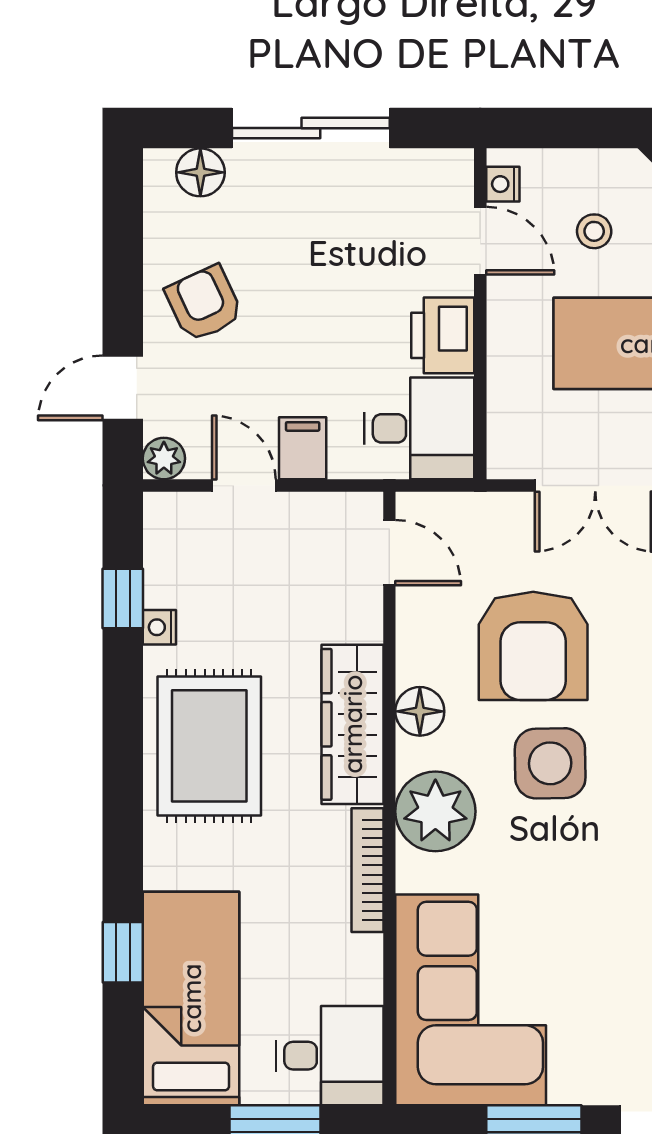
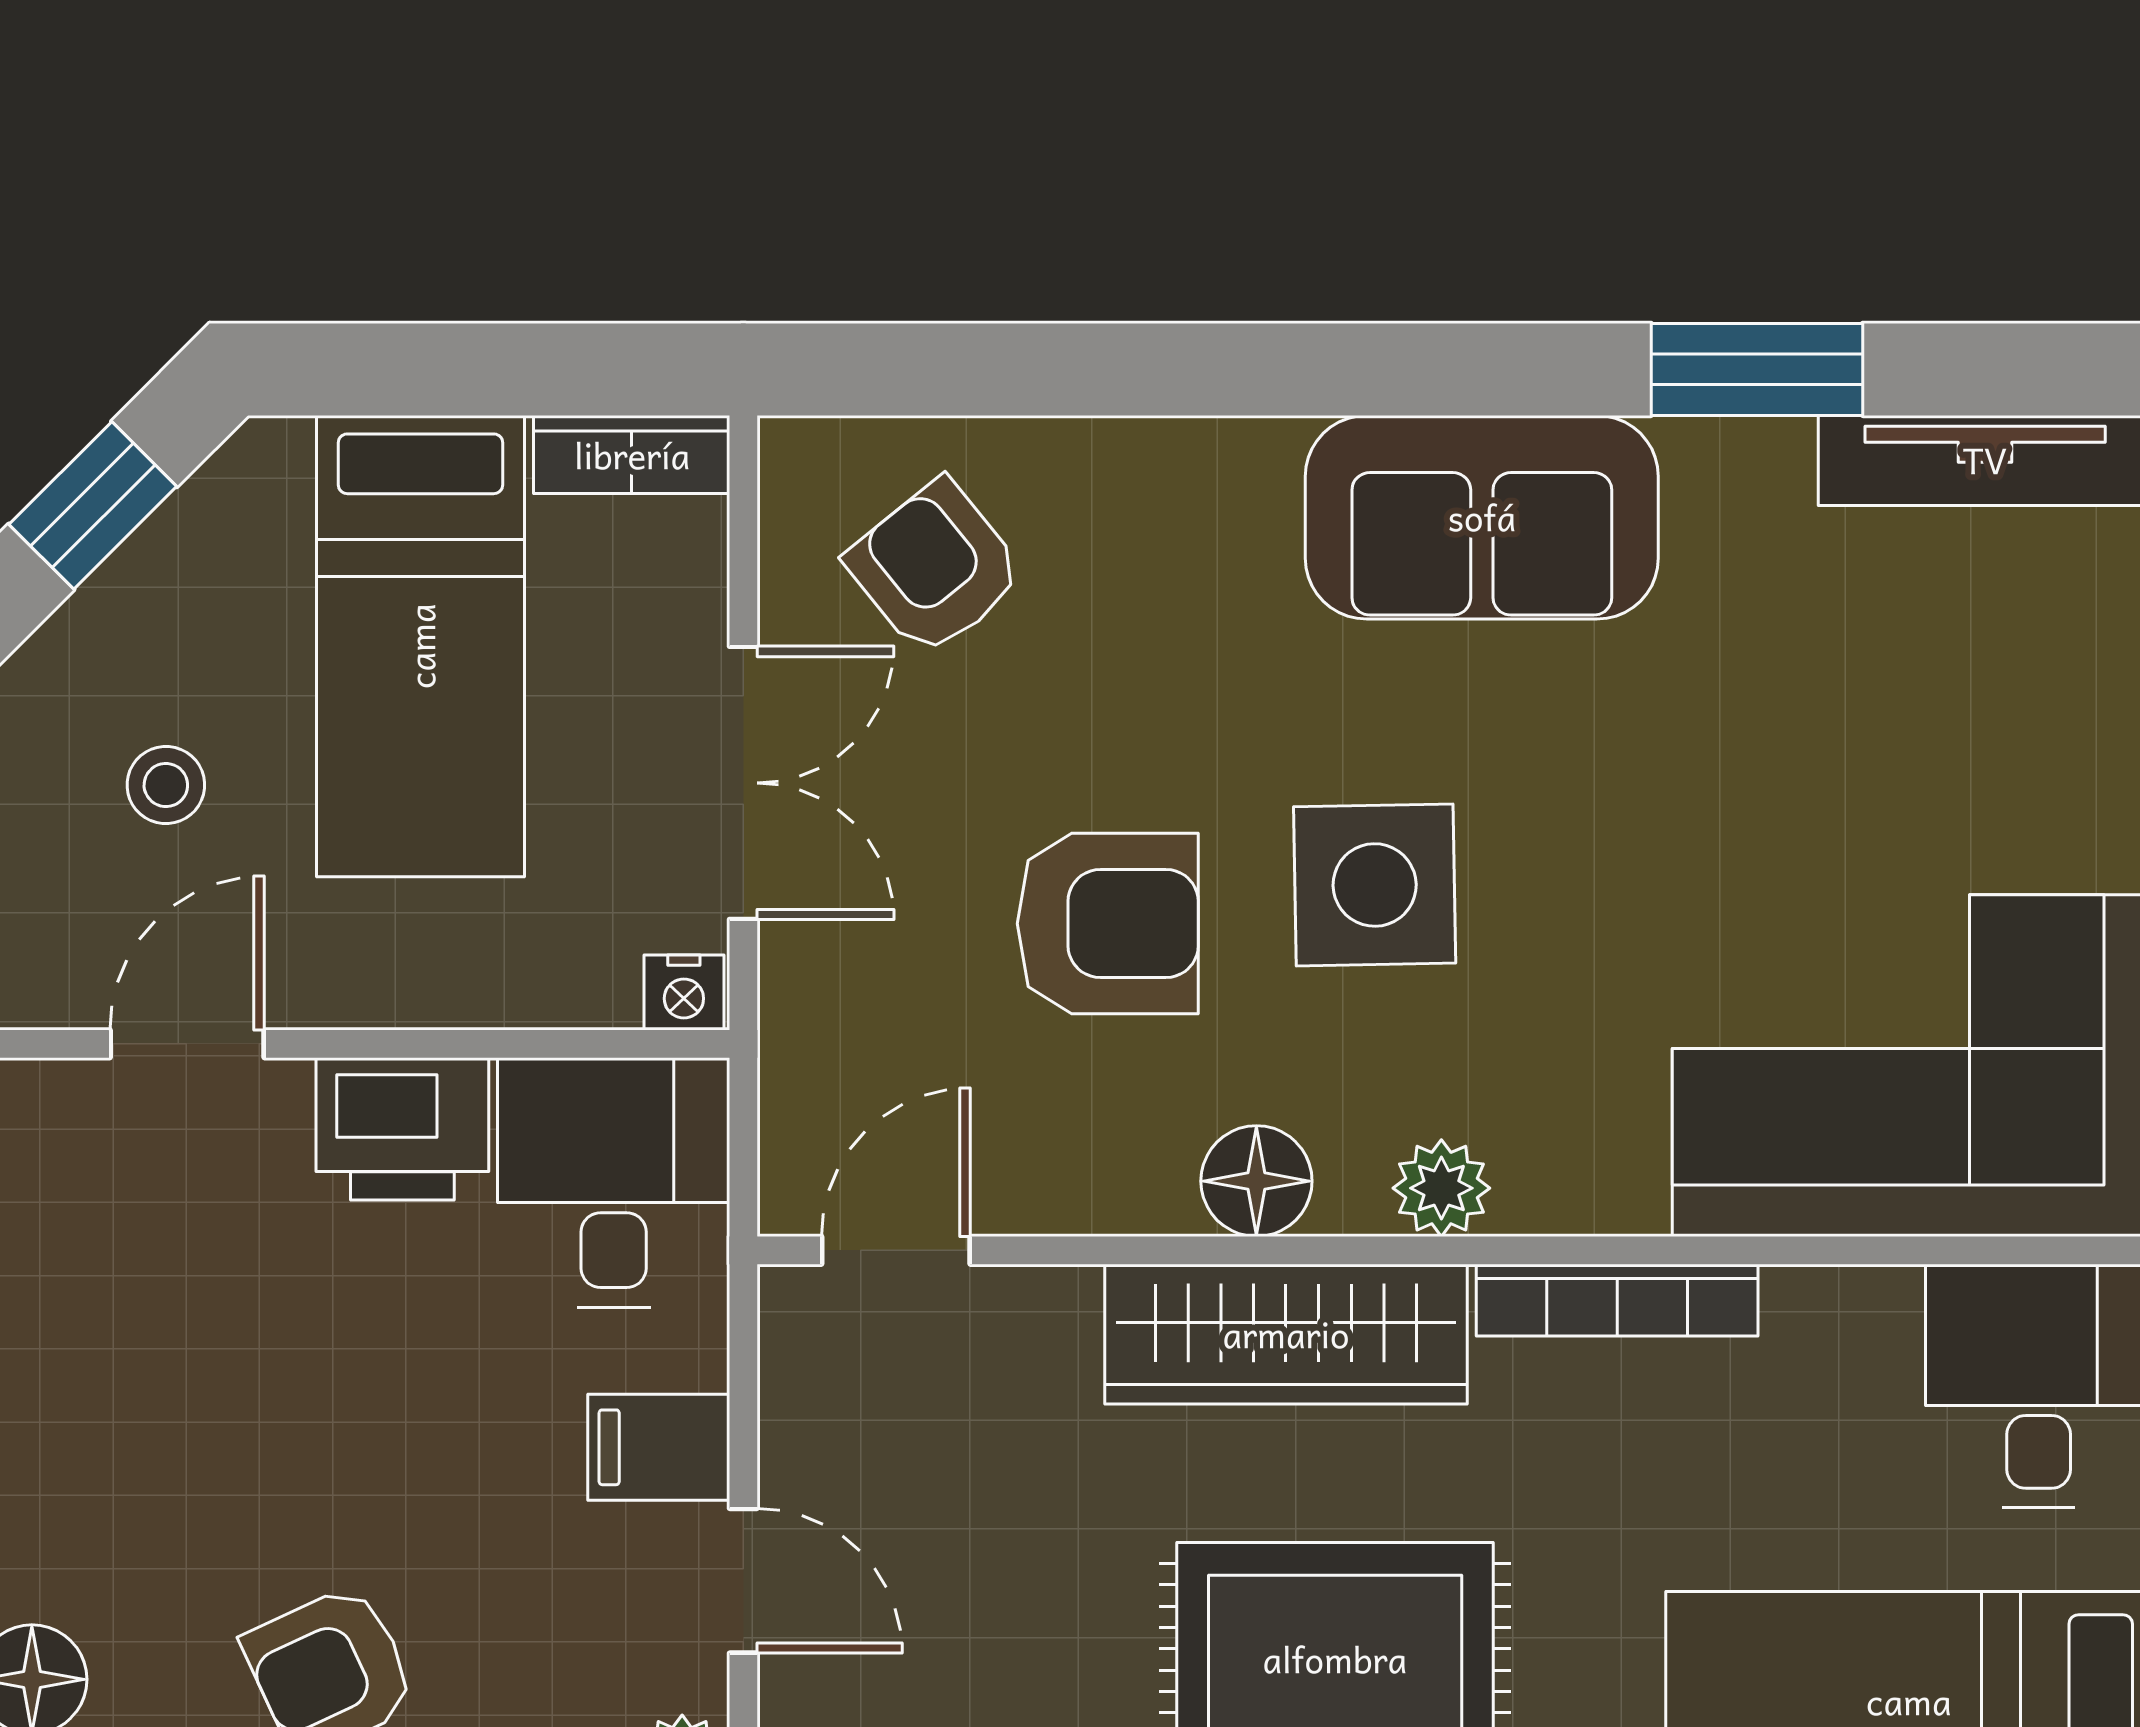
nightstand: (503, 184) -> (684, 992), moved
door: (244, 485) -> (743, 1581), swing flipped
armchair: (533, 646) -> (1108, 924), width x0.73, depth x0.73
plant: (435, 811) -> (1441, 1188), width x0.53, depth x0.53

